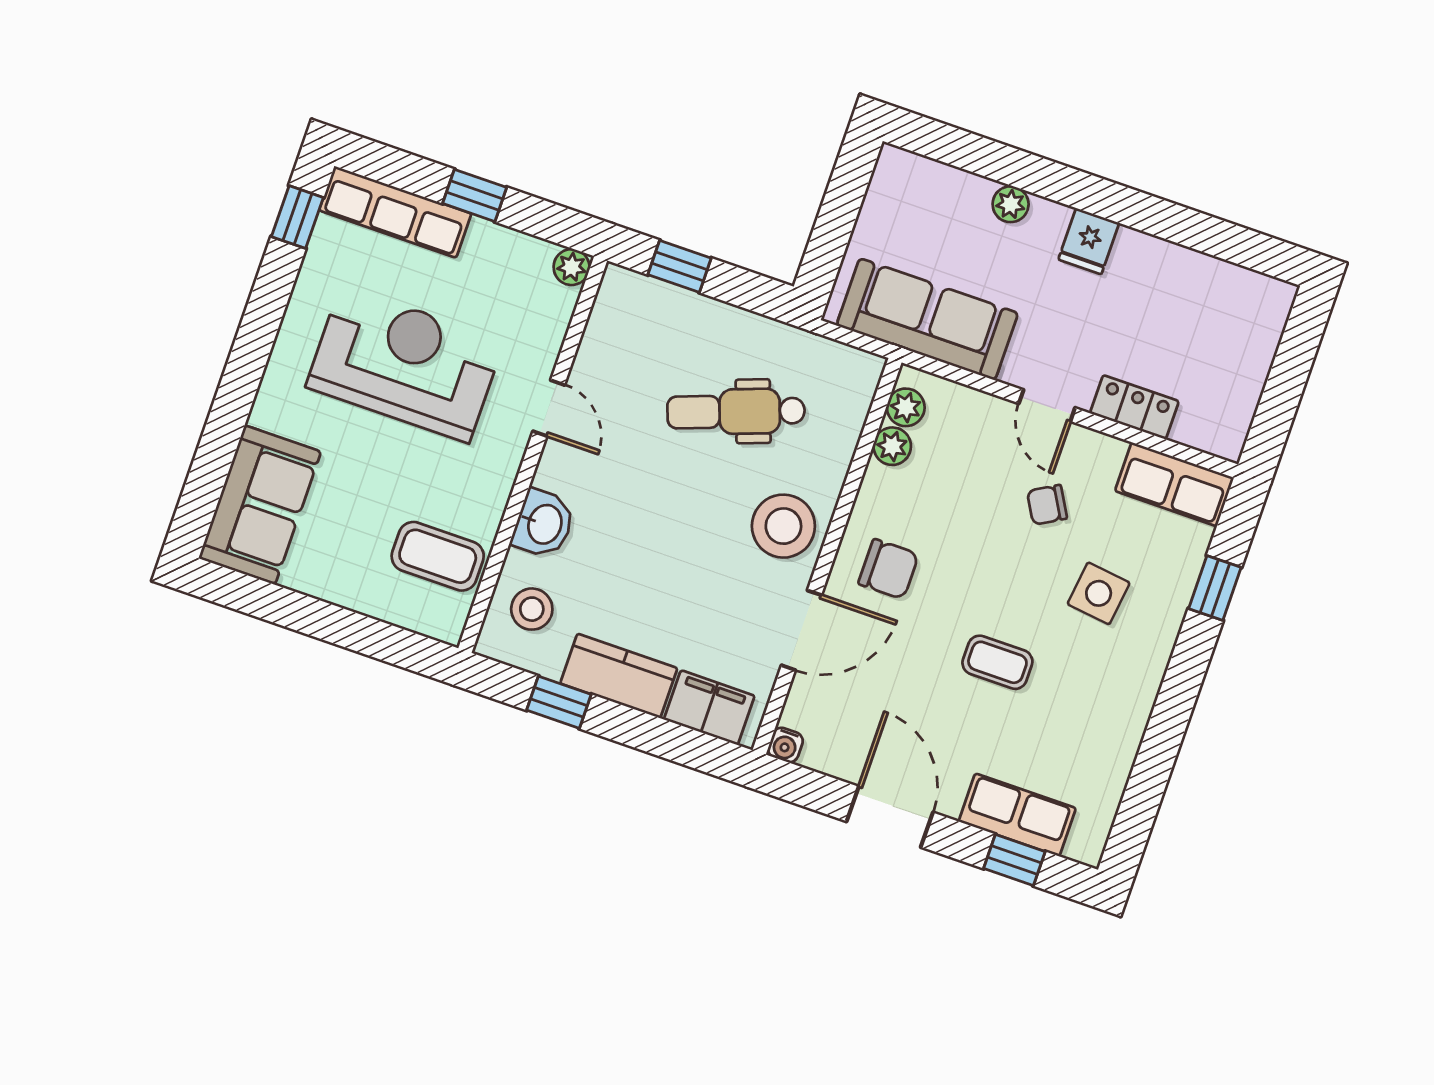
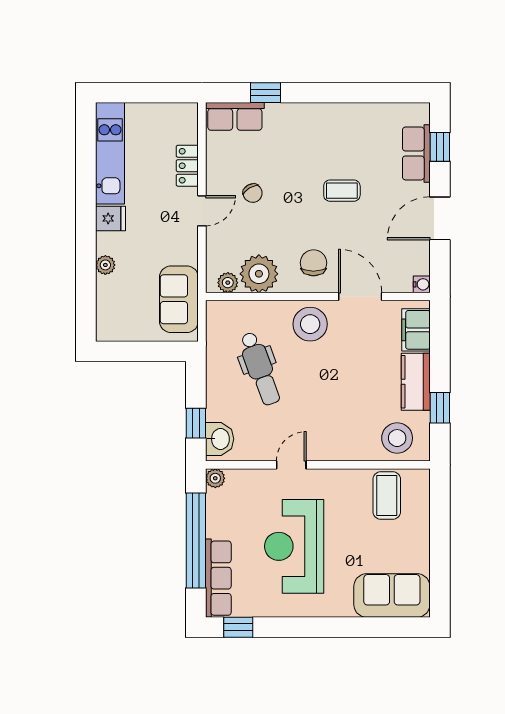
window: (475, 195) -> (196, 541), width x3.17
kitchen unit: (1203, 280) -> (110, 153), added
sofa: (927, 319) -> (179, 299), width x0.73
plant: (892, 446) -> (259, 274), width x1.88, depth x1.88
row of seats: (1174, 484) -> (235, 116), moved, turned 90
washbasin: (543, 524) -> (220, 439), moved, turned 90
side table: (1099, 593) -> (289, 151), removed
stool: (532, 609) -> (397, 438), width x1.38, depth x1.38
coffee table: (997, 662) -> (342, 191), turned 90

